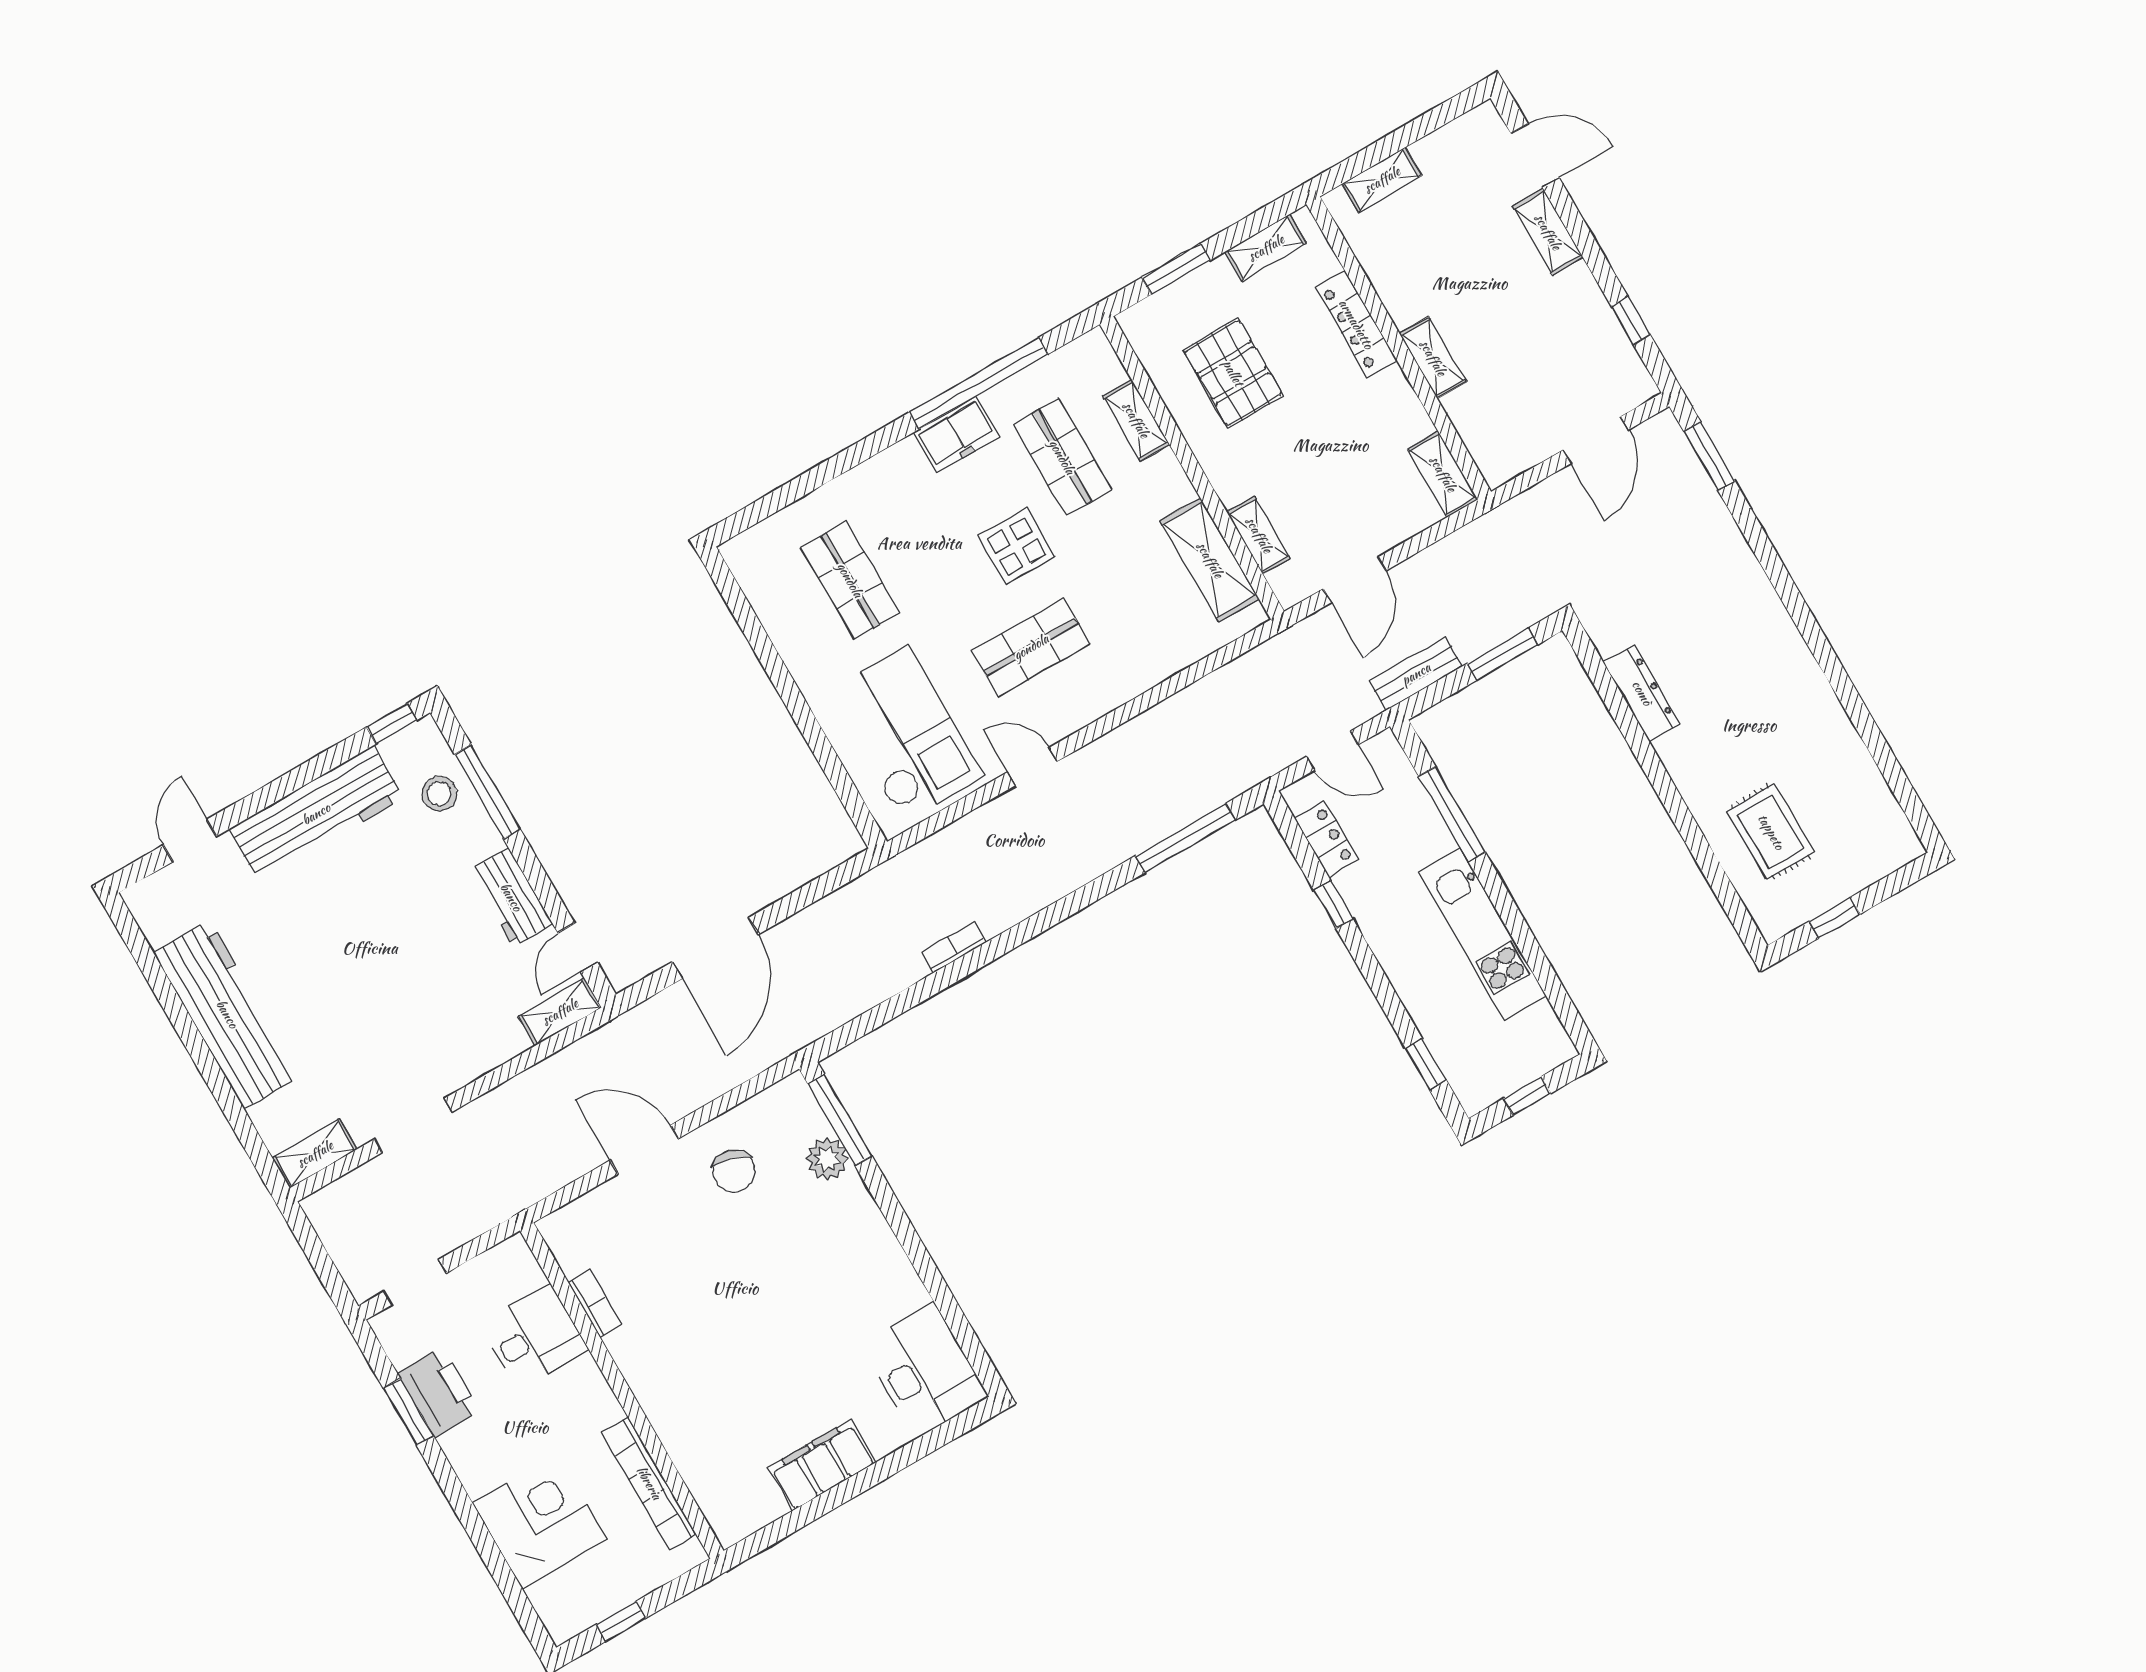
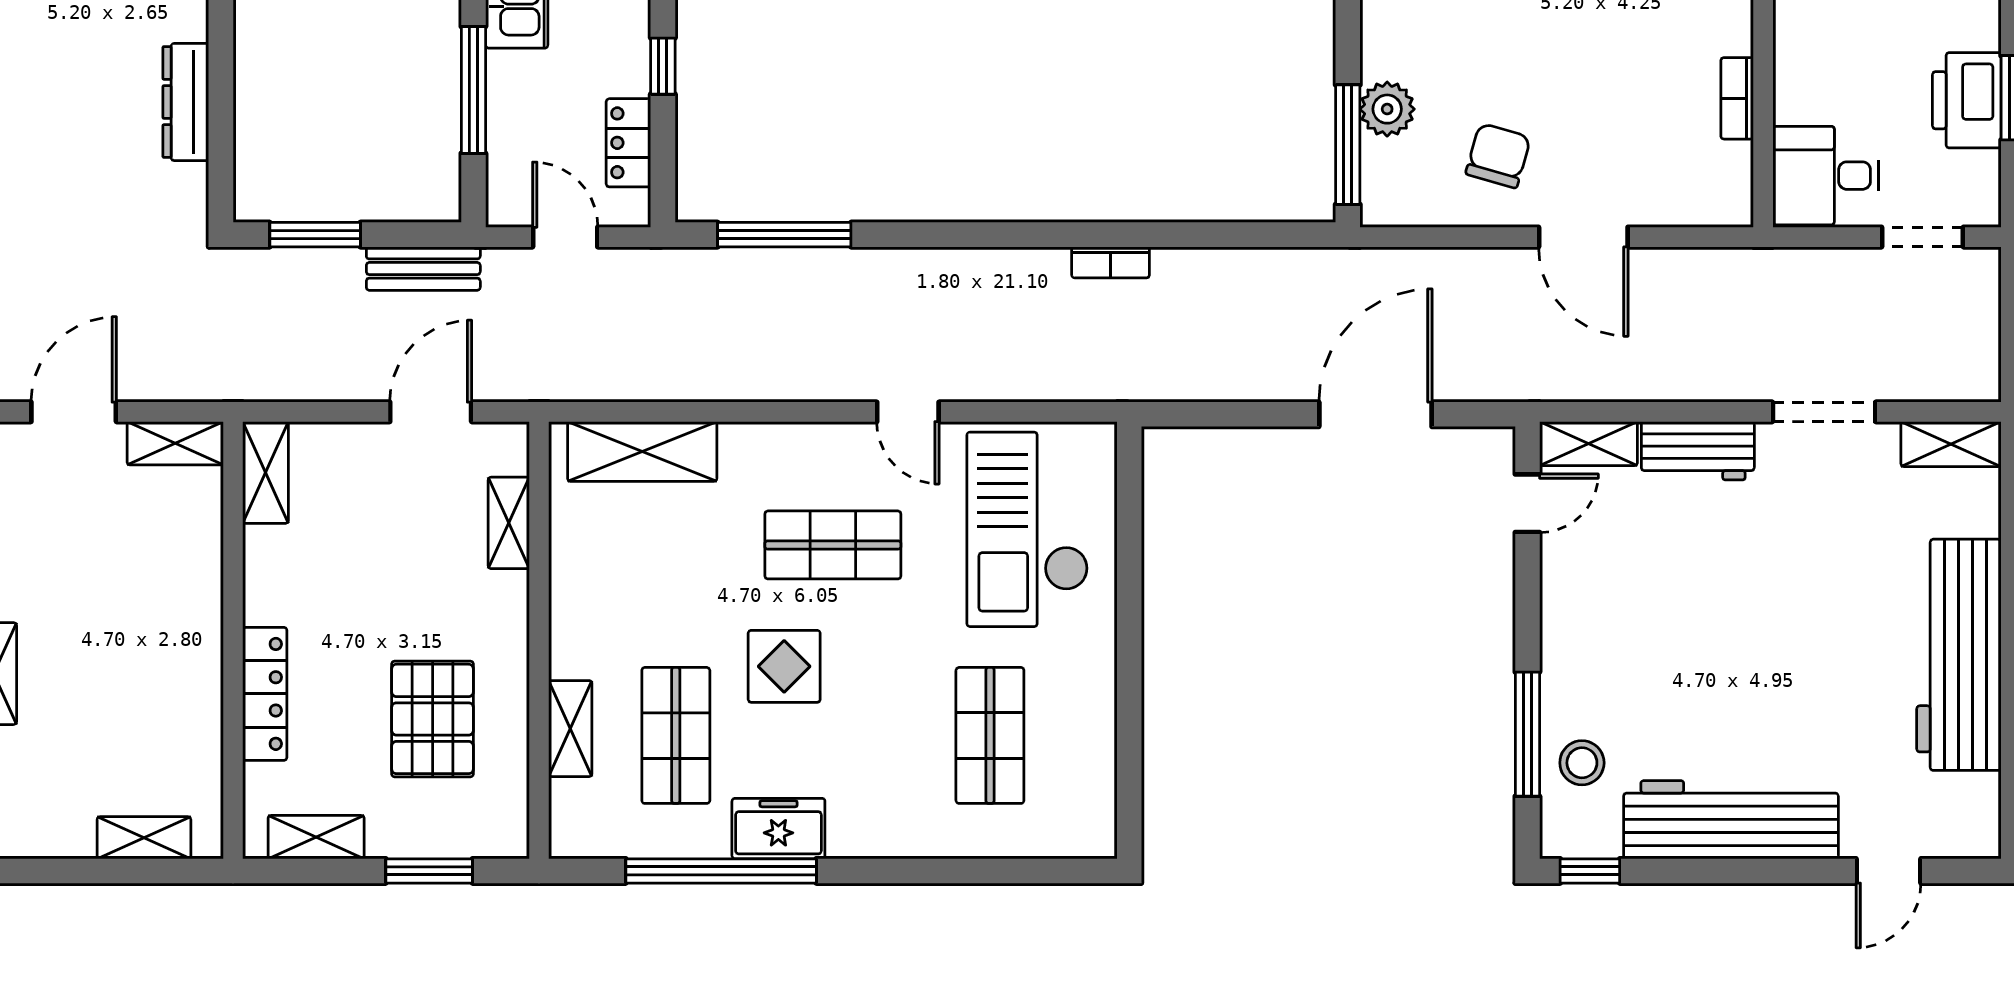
shelving: (1433, 358) -> (175, 443), moved, turned 90
shelving: (1210, 560) -> (642, 451), moved, turned 90
workbench: (511, 897) -> (1698, 451), moved, turned 90
desk: (534, 1337) -> (1826, 176), moved

